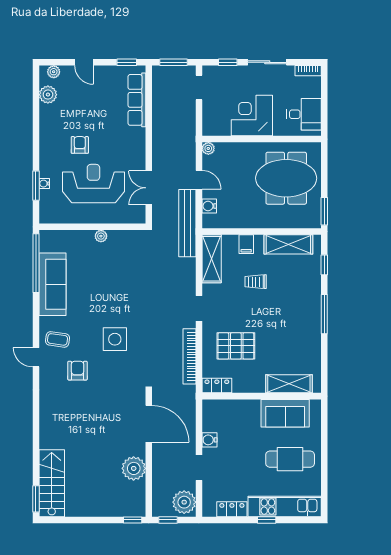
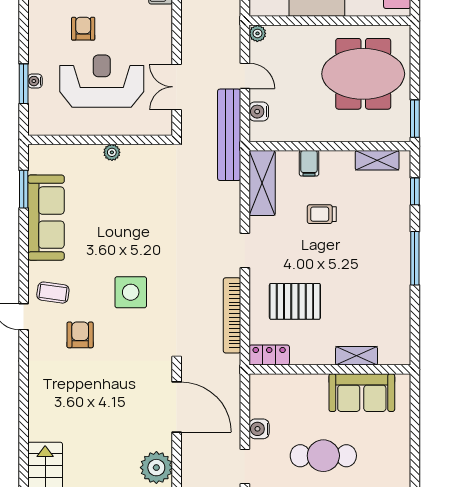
shelving: (288, 244) -> (377, 160), width x0.67, depth x0.75
window: (36, 263) -> (24, 189), width x0.47
shelving: (289, 384) -> (357, 356), width x0.67, depth x0.75
cafe table: (290, 459) -> (323, 456), moved

